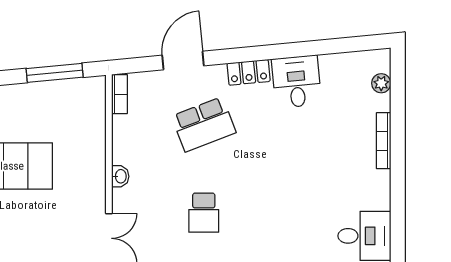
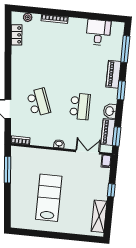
locker: (249, 72) -> (17, 35), moved
desk: (296, 82) -> (23, 57), removed
school desk: (204, 213) -> (80, 106), width x1.85

